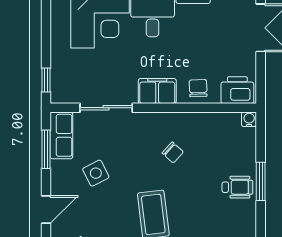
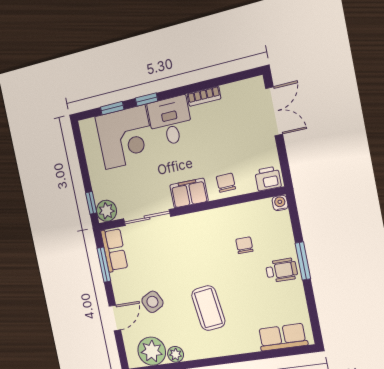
printer: (237, 90) -> (268, 179), width x0.73, depth x0.81
plant: (62, 92) -> (106, 211), added
chair: (173, 152) -> (244, 245), moved, turned -132
side table: (96, 173) -> (152, 302), moved

